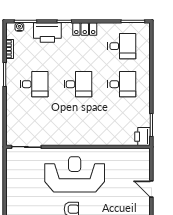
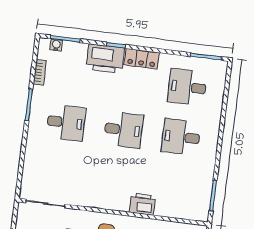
printer: (47, 33) -> (105, 59), moved
desk: (122, 46) -> (187, 87), turned 180
desk: (122, 84) -> (181, 137), turned 180
printer: (142, 137) -> (142, 204), moved, turned 90

